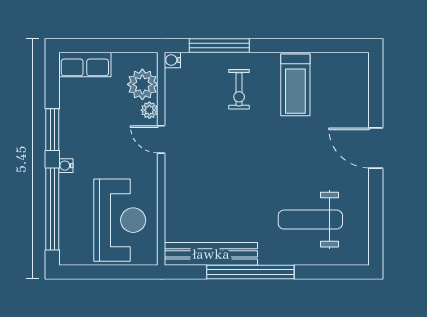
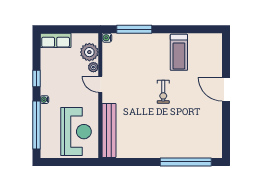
exercise bike: (239, 89) -> (163, 92), moved
window: (52, 130) -> (37, 79), width x0.67
weight bench: (310, 220) -> (188, 131), removed
bench: (211, 254) -> (109, 130), moved, turned 90
window: (250, 272) -> (186, 162), moved

